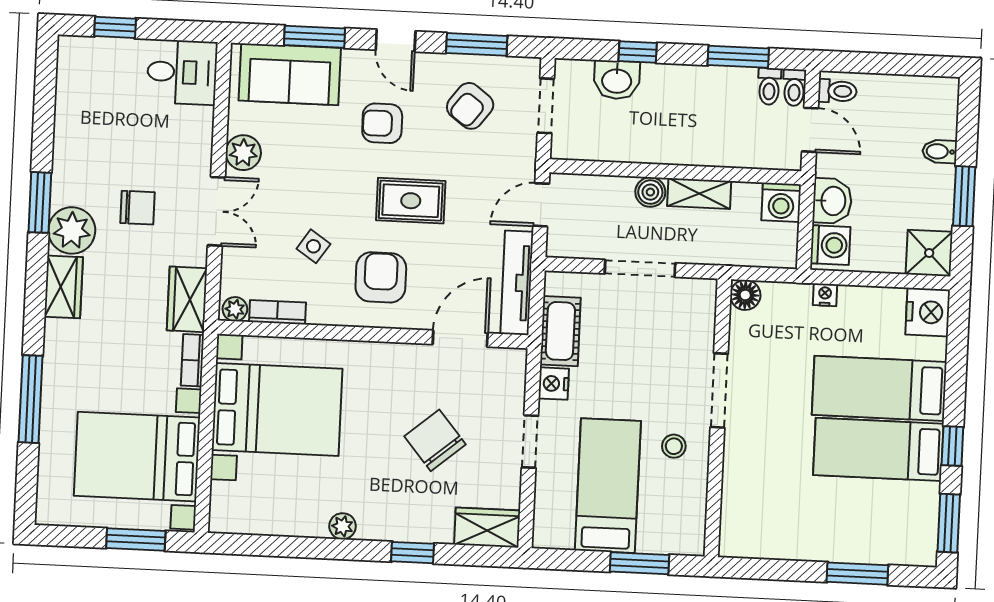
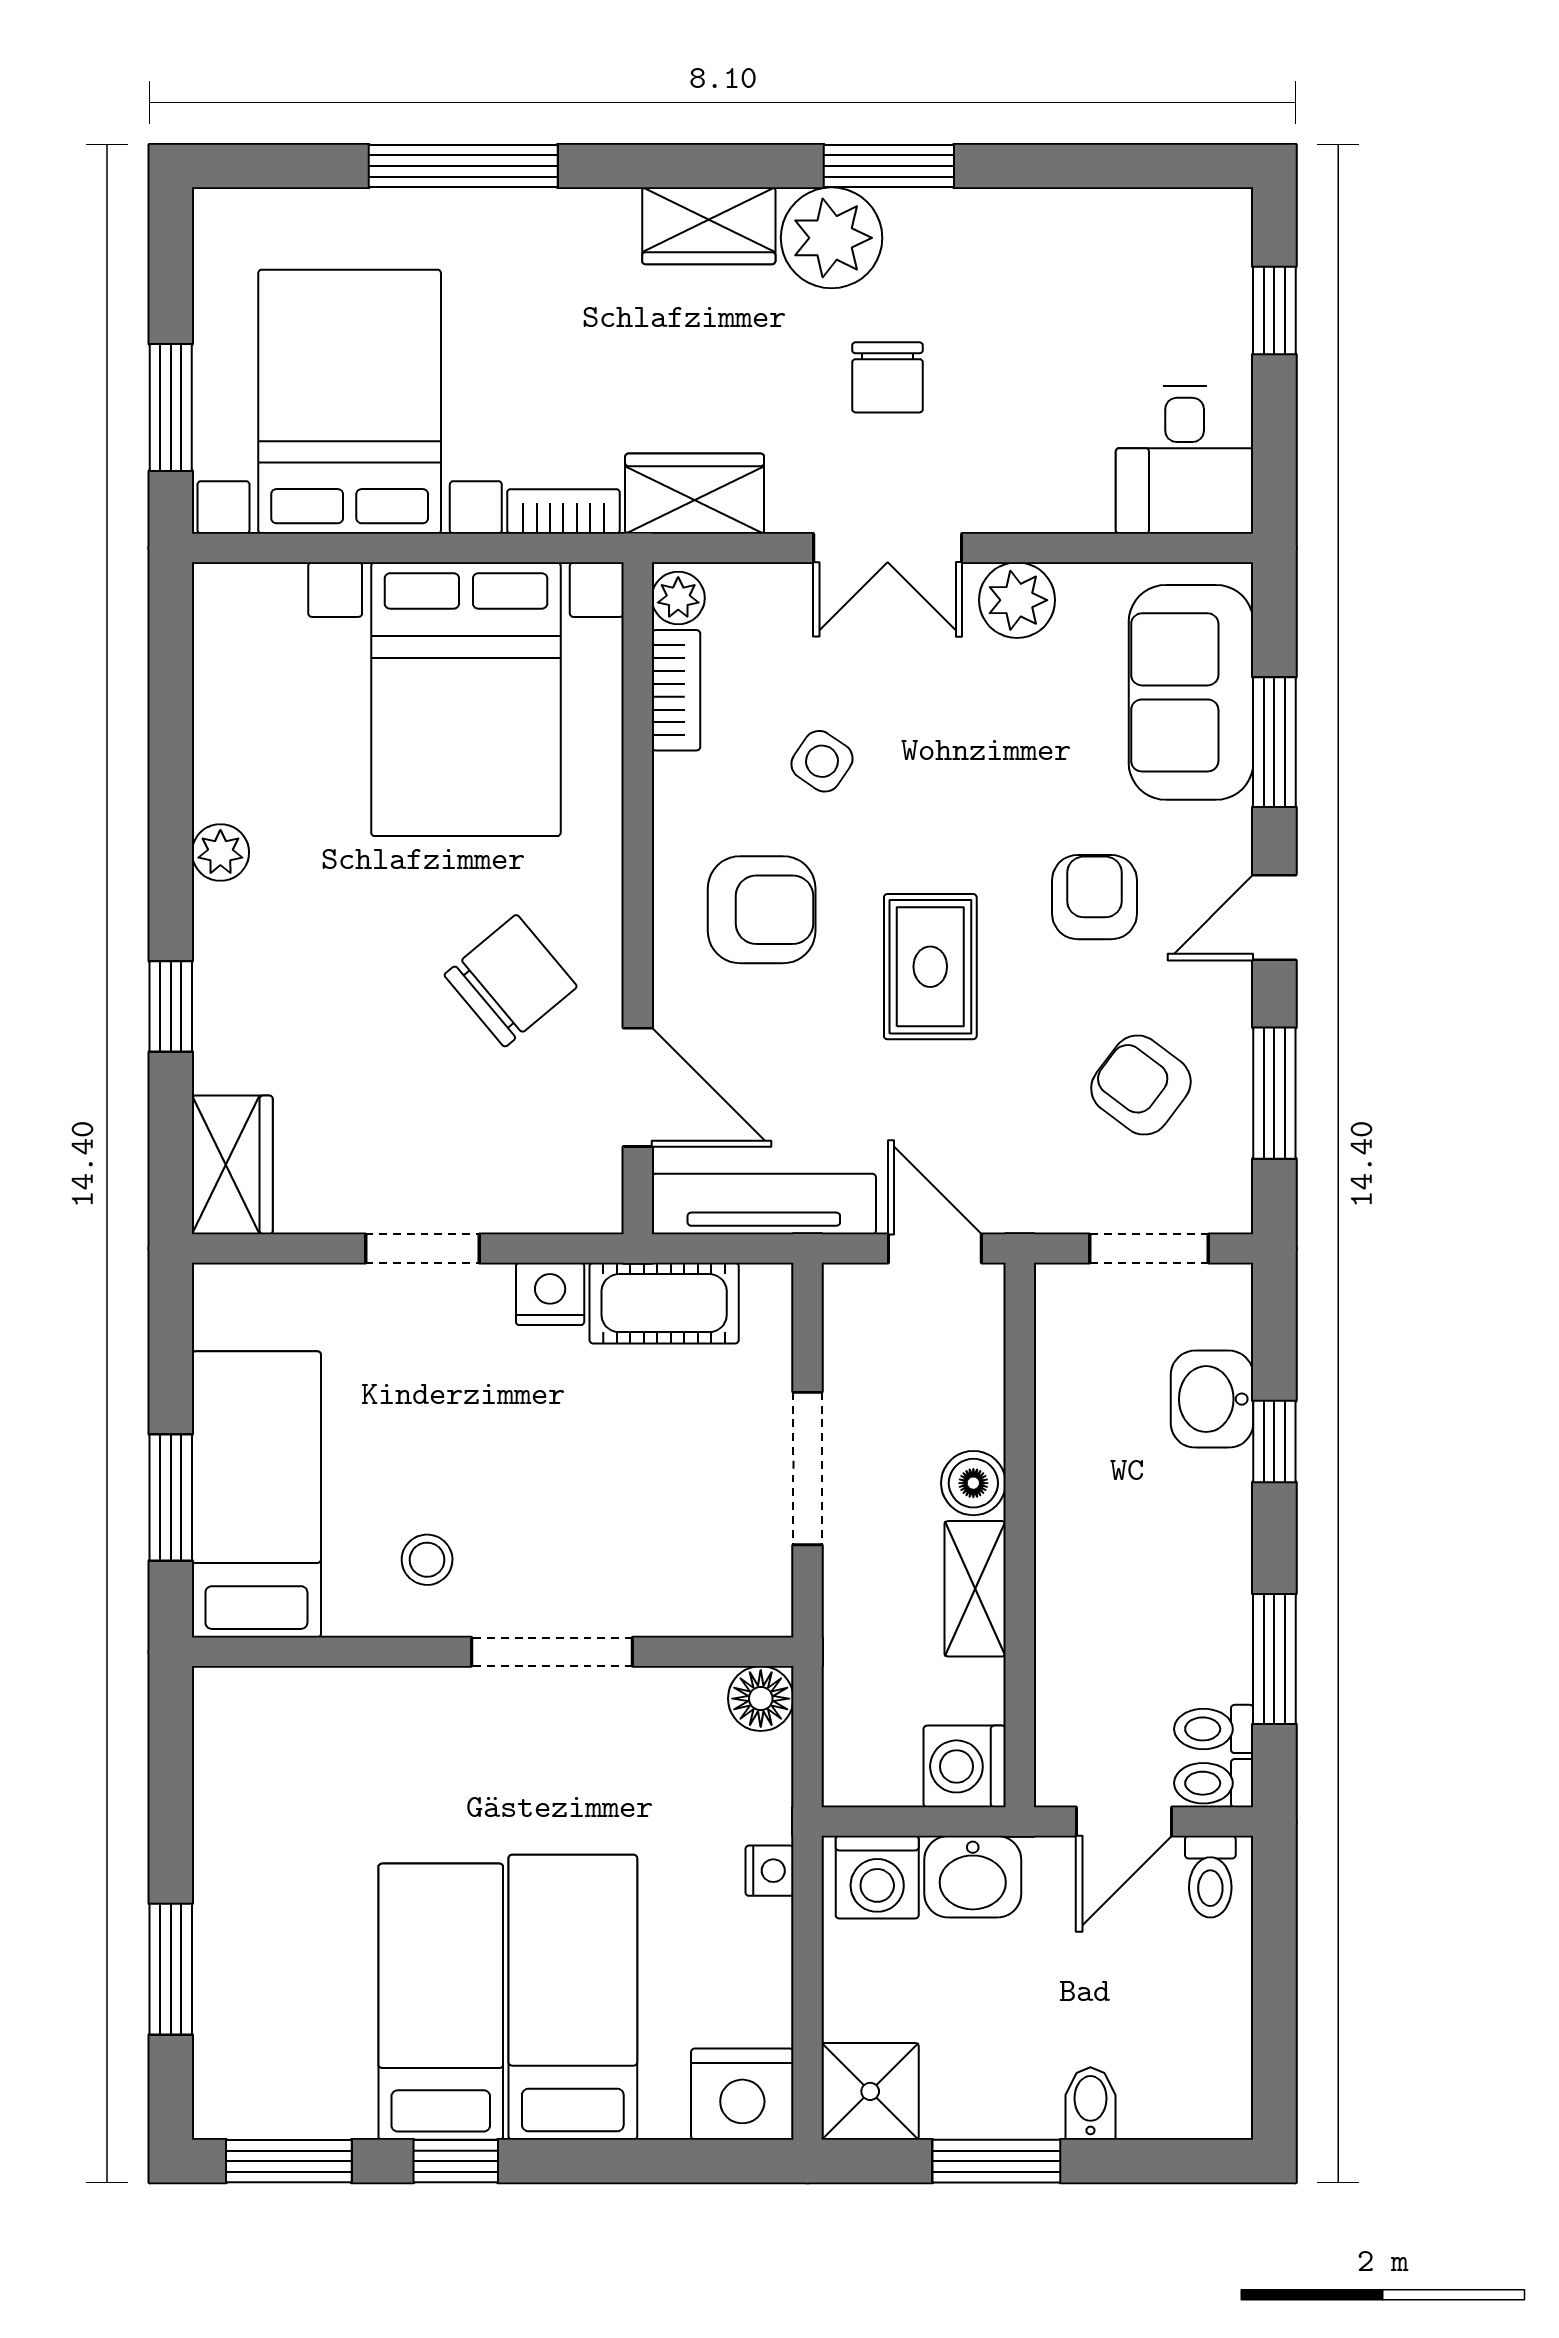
chair: (435, 440) -> (511, 981), moved
bed: (608, 486) -> (256, 1494), moved, turned -90

